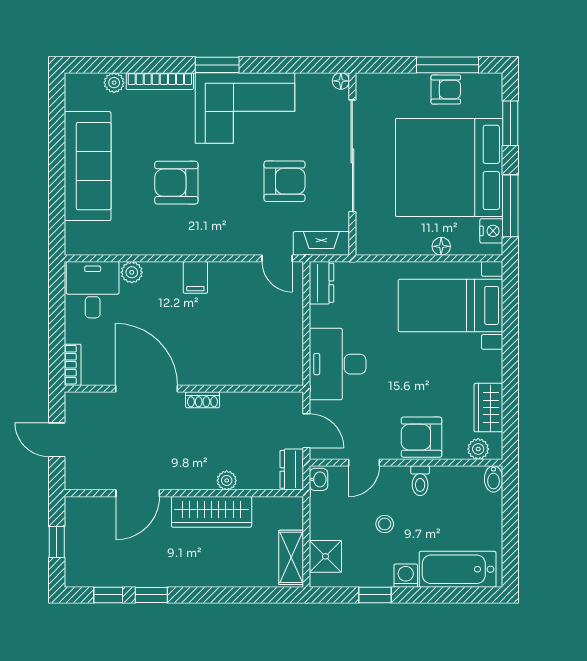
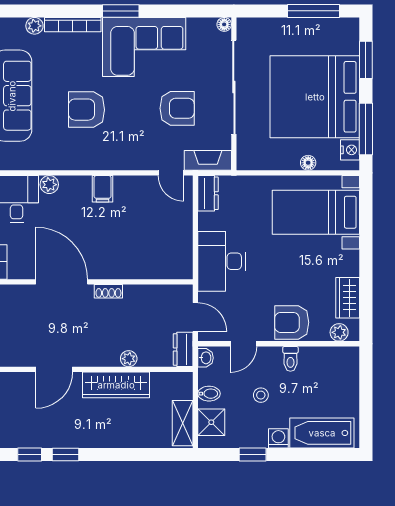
armchair: (446, 89) -> (312, 32), removed
bidet: (494, 479) -> (209, 394), moved, turned -90

